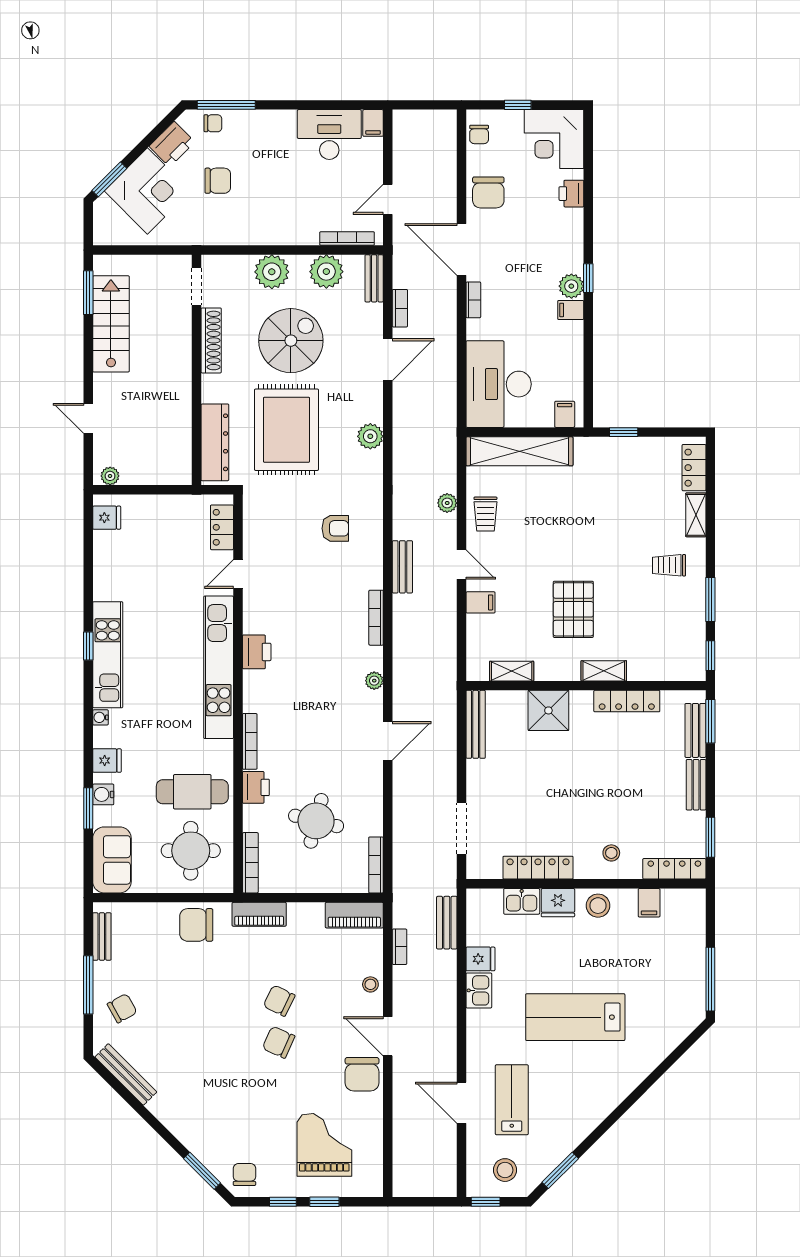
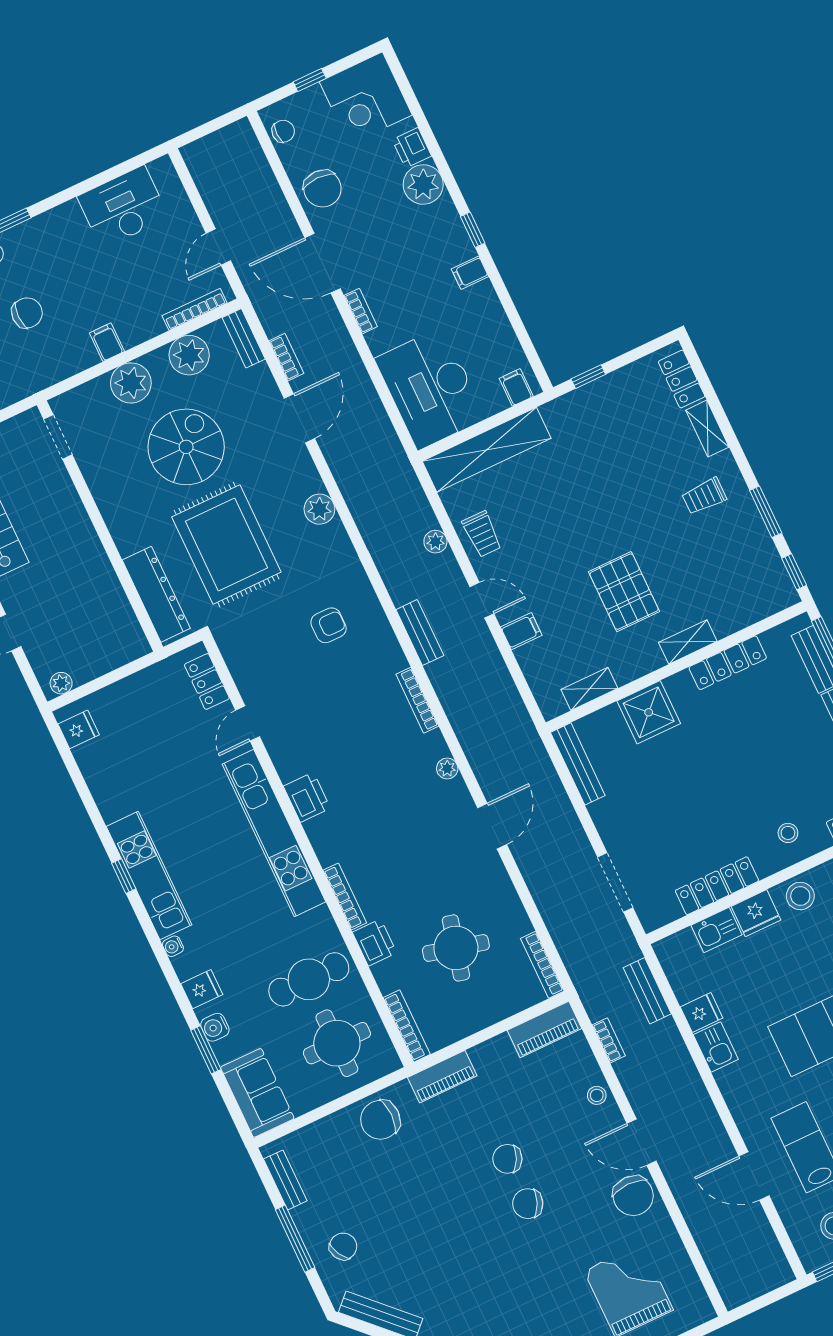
filing cabinet: (373, 123) -> (107, 342), moved, turned 180
chair: (479, 134) -> (283, 131), turned -90
plant: (571, 286) -> (423, 184), moved, width x1.36, depth x1.36
shoe rack: (211, 340) -> (101, 487), removed

